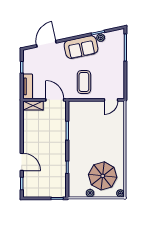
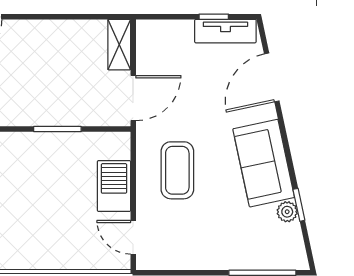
door: (46, 44) -> (272, 77), swing flipped
coffee table: (84, 82) -> (177, 170), turned 90
tv unit: (28, 86) -> (225, 31), moved
barbecue: (90, 108) -> (114, 186), added

